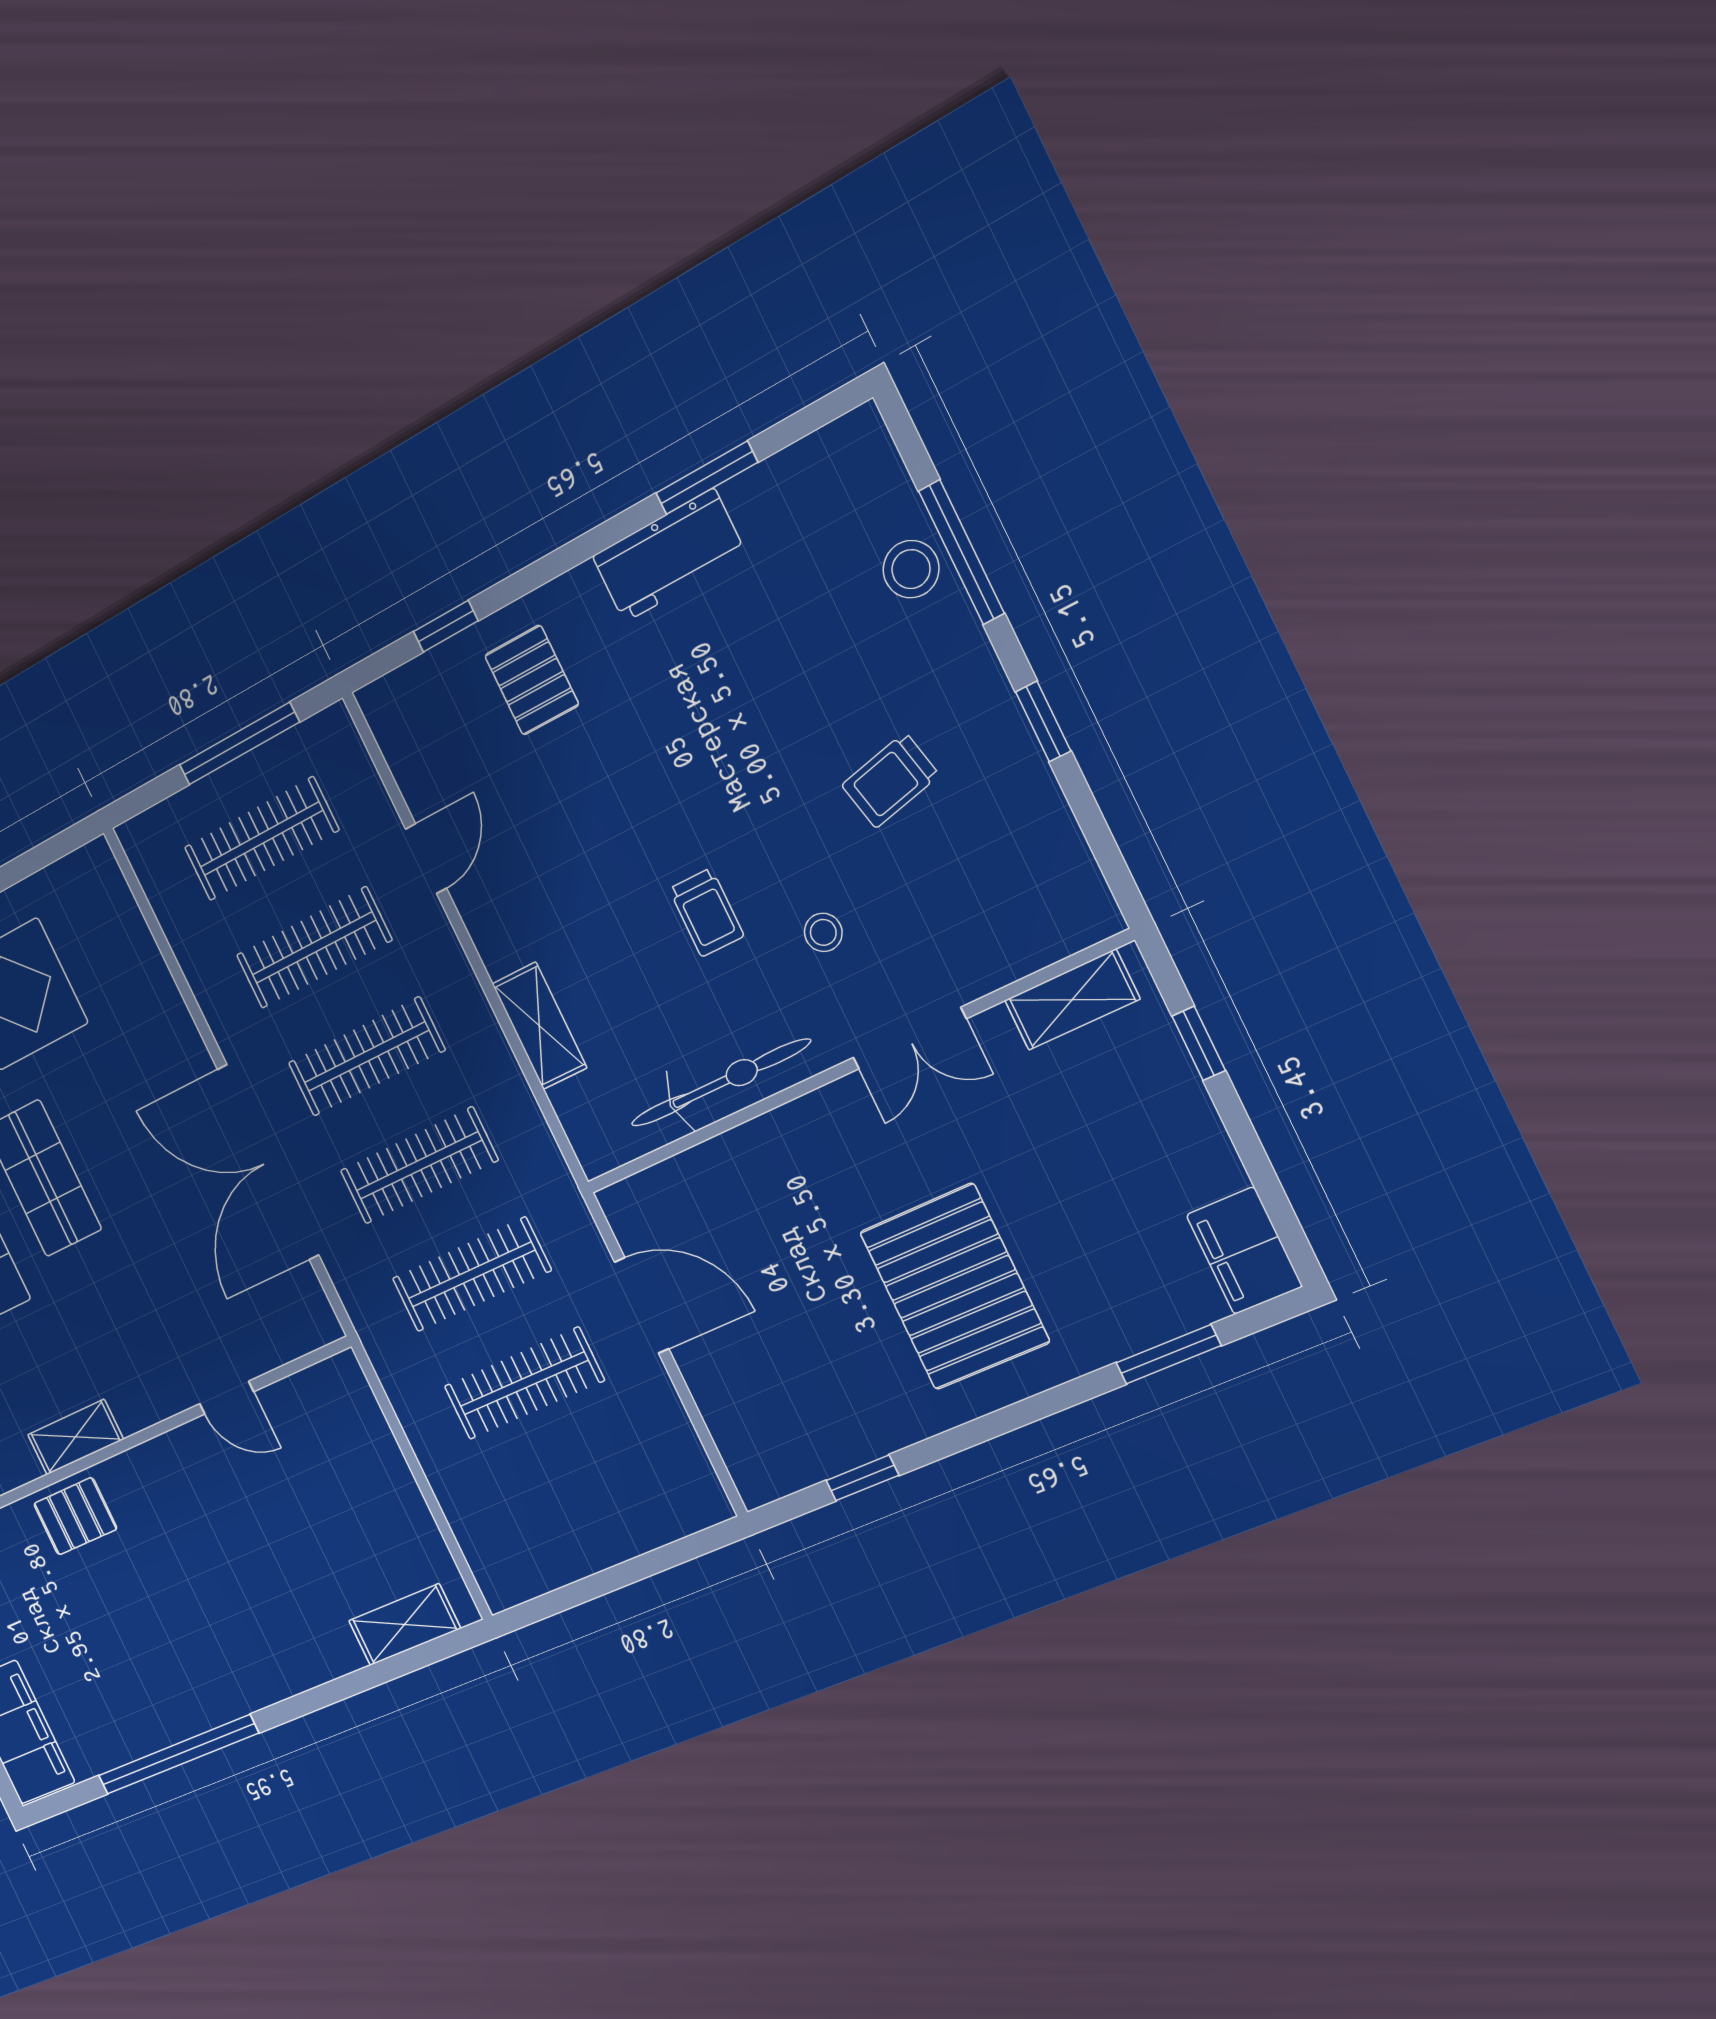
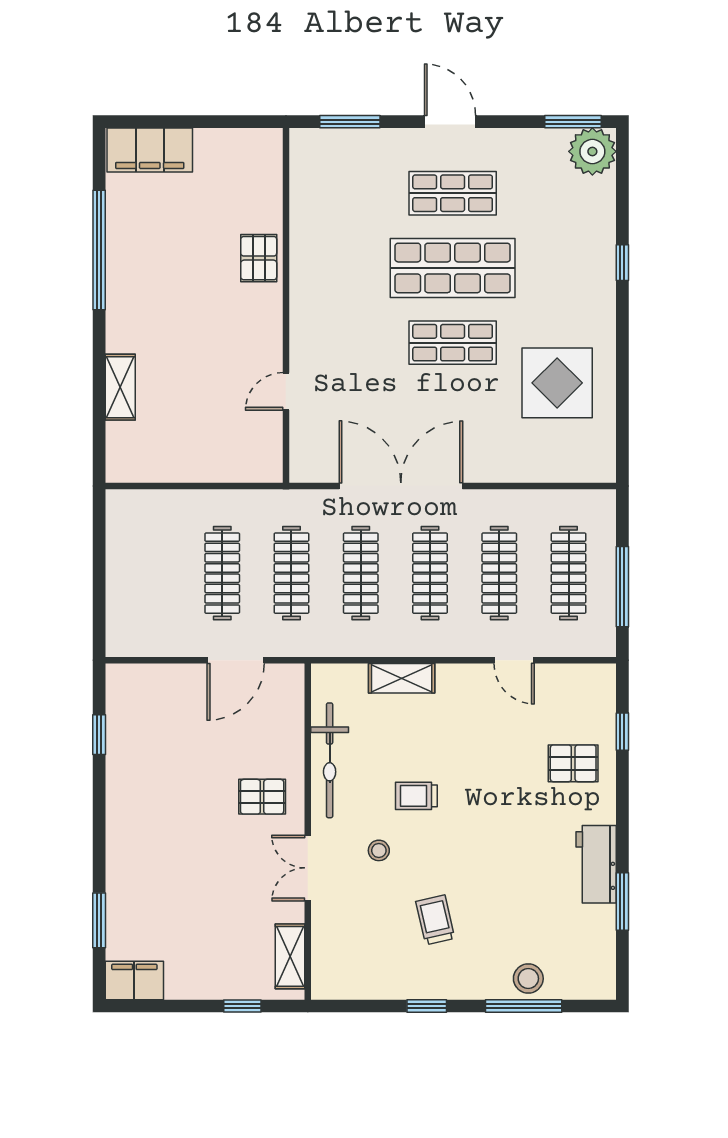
pallet: (954, 1287) -> (262, 797), moved, width x0.49, depth x0.50
shelving: (75, 1437) -> (303, 283), removed
shelving: (405, 1625) -> (120, 387), moved

